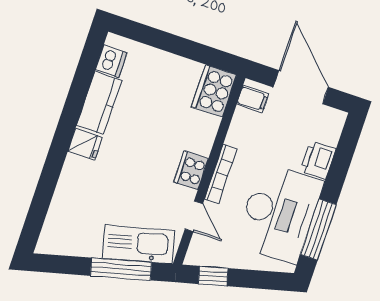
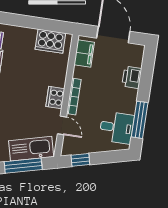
cooker: (214, 91) -> (50, 41), moved, turned -90
filing cabinet: (253, 99) -> (84, 53), width x2.00
desk: (279, 213) -> (117, 128), width x0.53, depth x0.77

